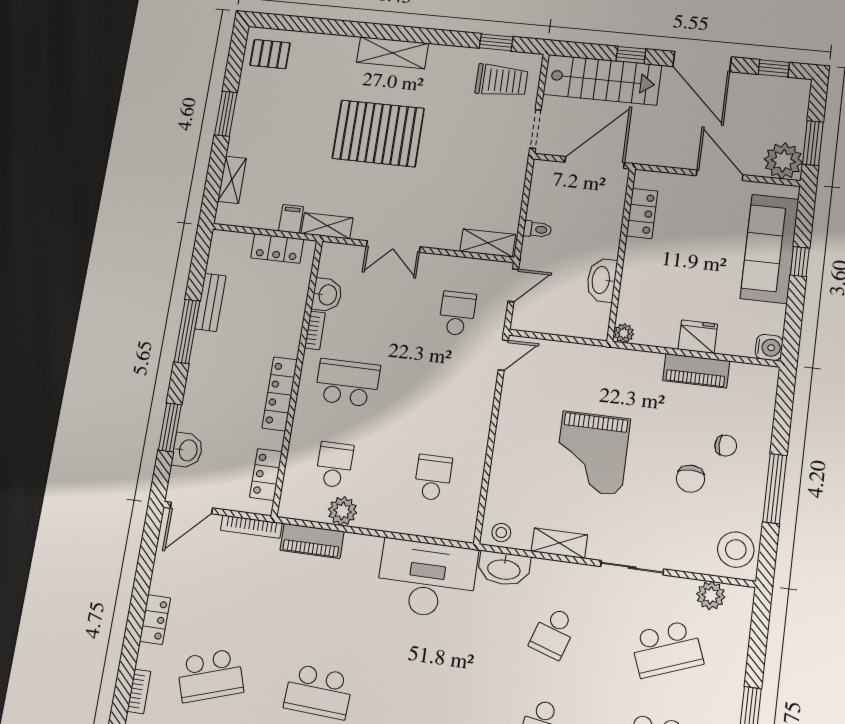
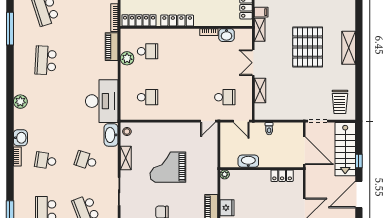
window: (496, 42) -> (359, 97), removed
shelving: (488, 243) -> (260, 91), moved
door: (503, 355) -> (208, 121), hinge flipped
school desk: (347, 383) -> (186, 51), removed
locker: (266, 474) -> (139, 20), width x1.53

